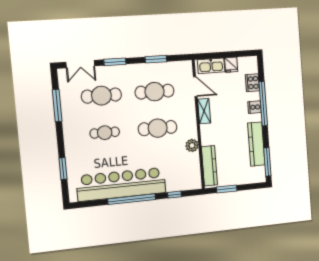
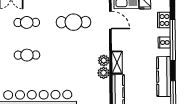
cafe table: (101, 96) -> (27, 22), width x0.73, depth x0.74
shelving: (204, 111) -> (117, 62), moved
cafe table: (158, 128) -> (74, 55), removed
plant: (191, 132) -> (104, 60), added

